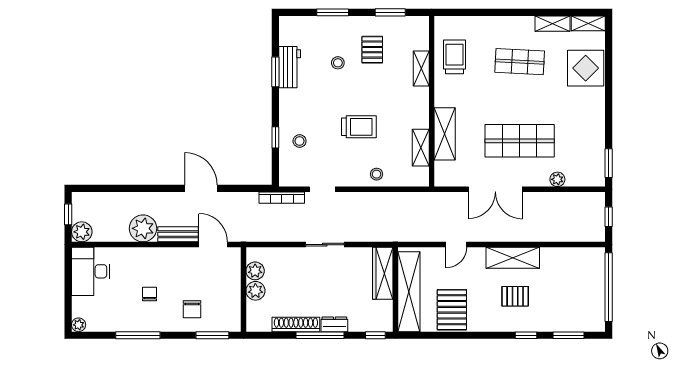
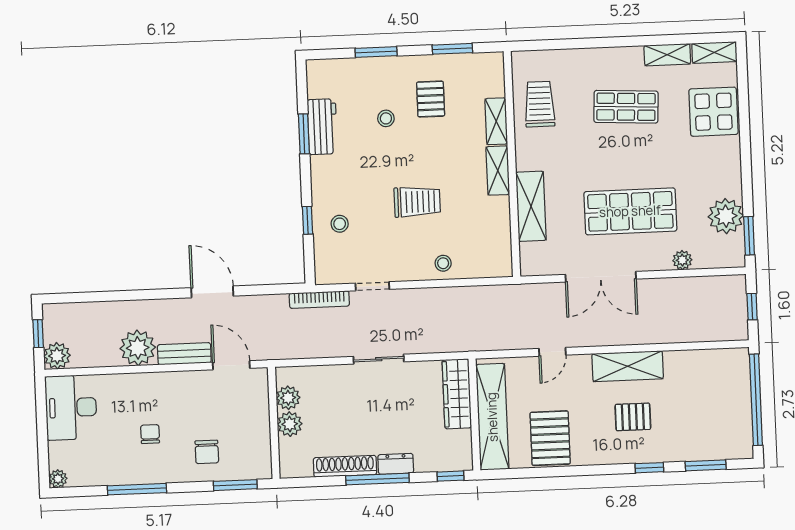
plant: (592, 147) -> (726, 216), added
shelving: (421, 148) -> (498, 171), moved

